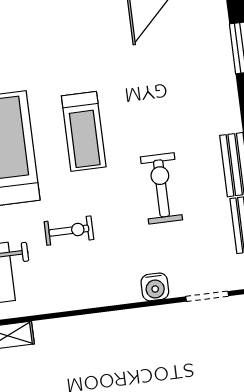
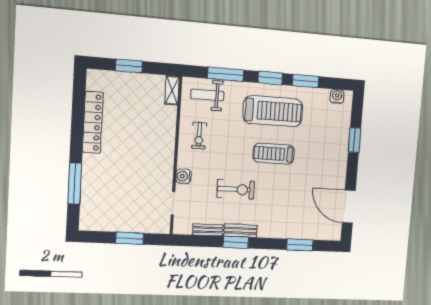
exercise bike: (69, 231) -> (199, 136), moved

